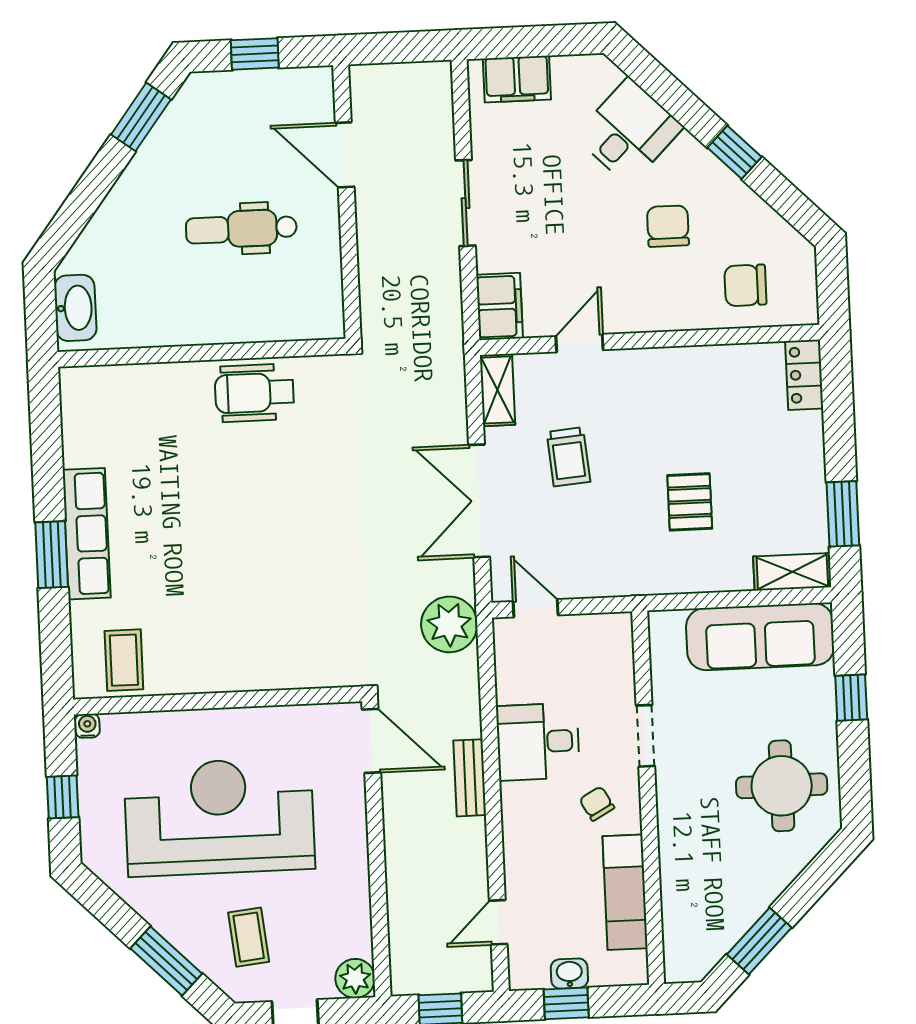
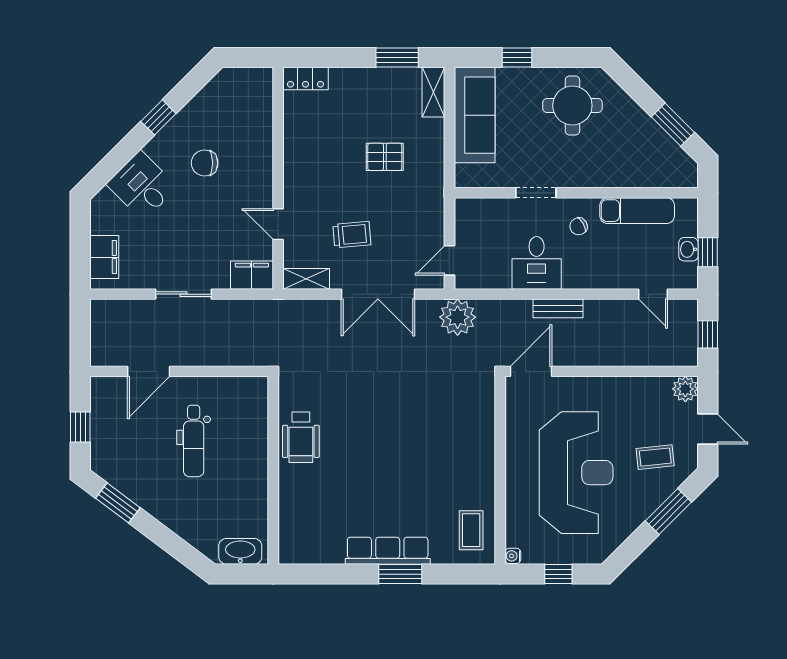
chair: (745, 285) -> (245, 114), removed
coffee table: (124, 660) -> (471, 530), turned 90
reception desk: (219, 817) -> (576, 473), turned 180

